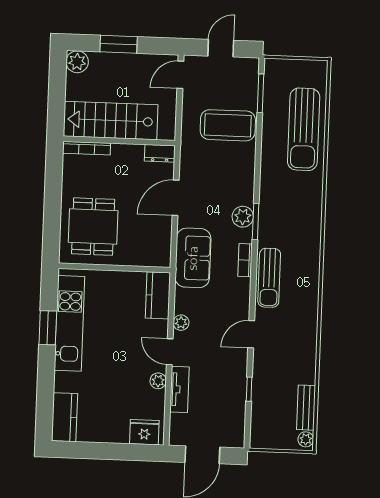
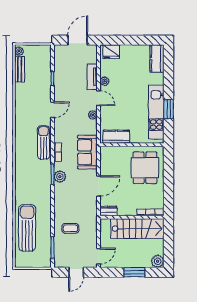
coffee table: (228, 125) -> (70, 228), width x0.54, depth x0.58
kitchen counter: (158, 295) -> (116, 137), moved, turned -90

